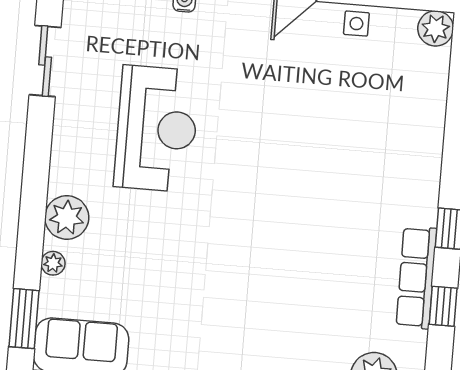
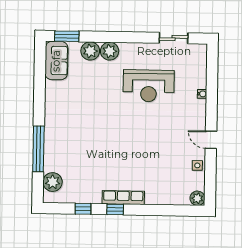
plant: (53, 263) -> (90, 51), width x1.87, depth x1.87
row of seats: (416, 278) -> (123, 198), moved

